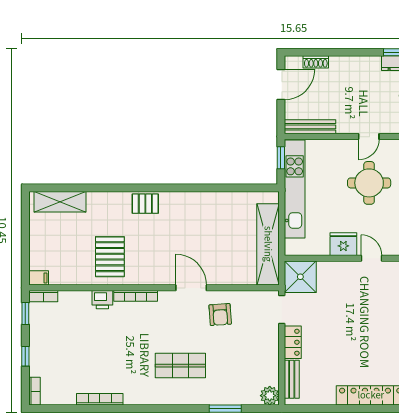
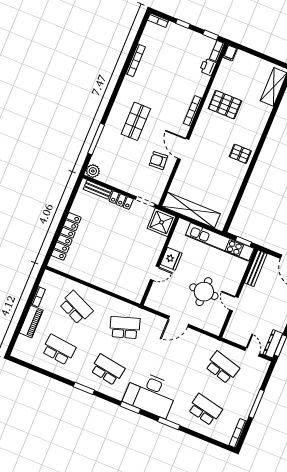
pallet: (145, 204) -> (240, 154), moved, turned 90
door: (191, 288) -> (183, 149), swing flipped
printer: (102, 300) -> (208, 67), moved
window: (225, 409) -> (96, 139), width x1.44

